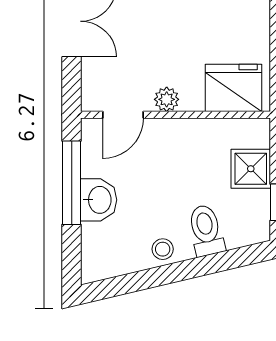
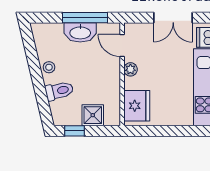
washbasin: (99, 200) -> (80, 32), width x1.38

